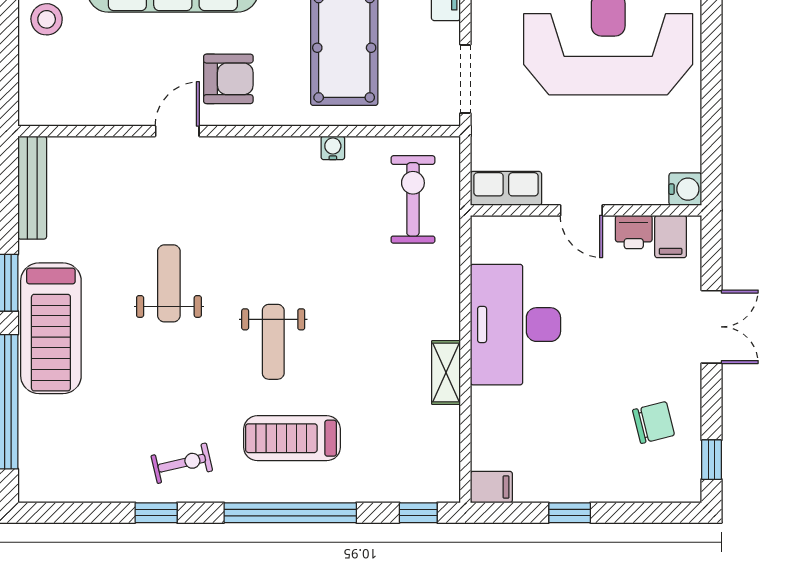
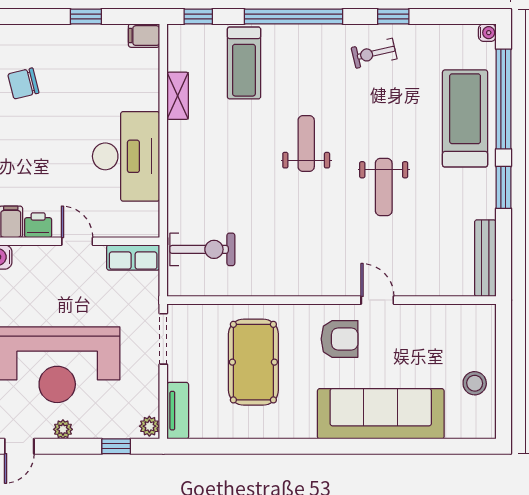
armchair: (228, 79) -> (340, 339), turned 180
door: (177, 131) -> (377, 300), swing flipped
water cooler: (333, 148) -> (487, 33), moved, turned -90
exercise bike: (413, 199) -> (202, 249), turned -90
treadmill: (51, 328) -> (465, 118), moved
shelving: (446, 372) -> (178, 96), moved
treadmill: (292, 438) -> (244, 63), moved, turned 90

